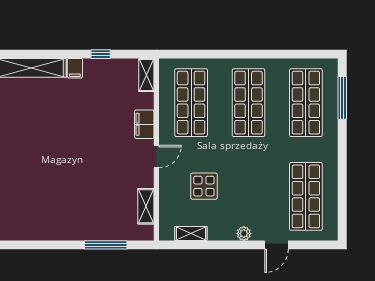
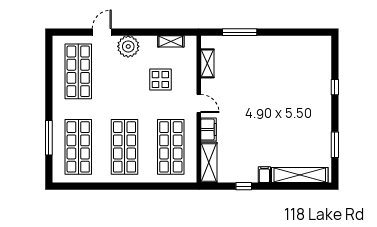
shelving: (146, 75) -> (209, 162), width x1.50, depth x1.33
window: (342, 98) -> (49, 138), moved
door: (156, 157) -> (199, 103), swing flipped
plant: (244, 234) -> (128, 46), width x1.88, depth x1.88

